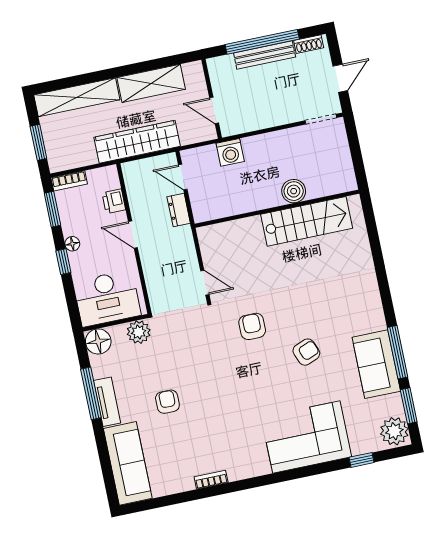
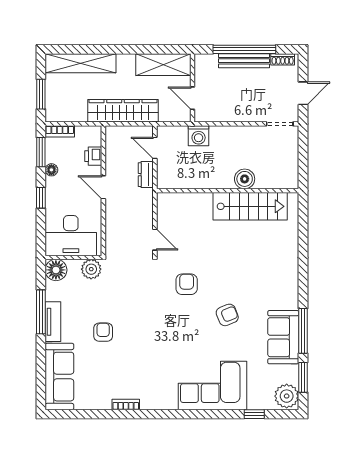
shelving: (151, 83) -> (163, 65), moved
floor lamp: (72, 244) -> (51, 170), moved

